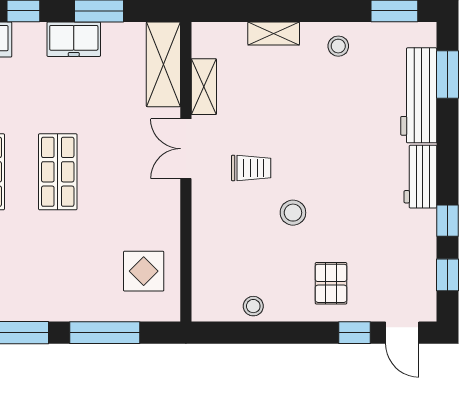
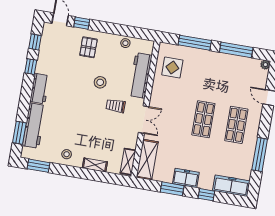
shelving: (204, 87) -> (128, 162), moved
workbench: (209, 242) -> (140, 75), added

